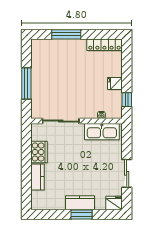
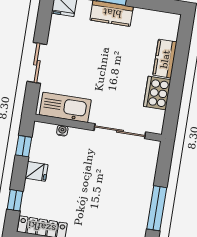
window: (127, 61) -> (15, 200), added
window: (26, 83) -> (157, 208), moved
sliding door: (127, 173) -> (37, 63), moved

